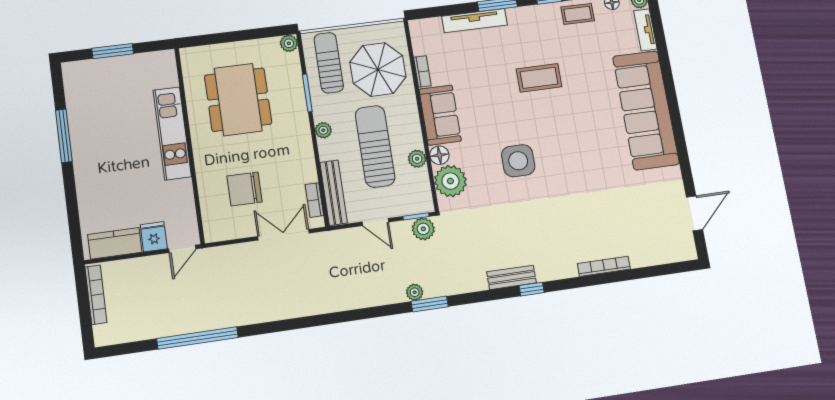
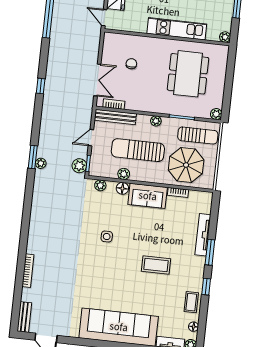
plant: (167, 58) -> (225, 37), added
coffee table: (539, 78) -> (156, 265), turned 90
dining table: (238, 100) -> (188, 74), turned 90
sun lounger: (375, 146) -> (138, 150), turned 180
side table: (518, 161) -> (107, 237), width x0.54, depth x0.54
plant: (450, 181) -> (100, 185), width x0.53, depth x0.53
chair: (244, 189) -> (131, 64), width x0.54, depth x0.54
bench: (511, 277) -> (24, 317), moved
window: (532, 289) -> (41, 86), moved
plant: (415, 292) -> (41, 163), moved

